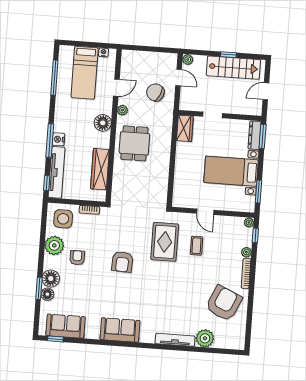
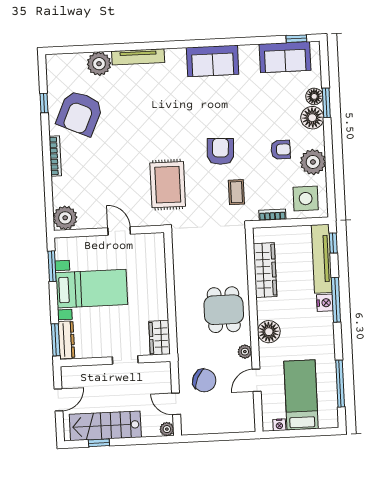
window: (228, 55) -> (99, 443), moved
plant: (249, 223) -> (65, 218), width x1.87, depth x1.87
window: (255, 235) -> (44, 103), moved
coffee table: (197, 246) -> (236, 192), moved
plant: (246, 252) -> (58, 184), removed
armchair: (77, 258) -> (281, 150), turned -90

